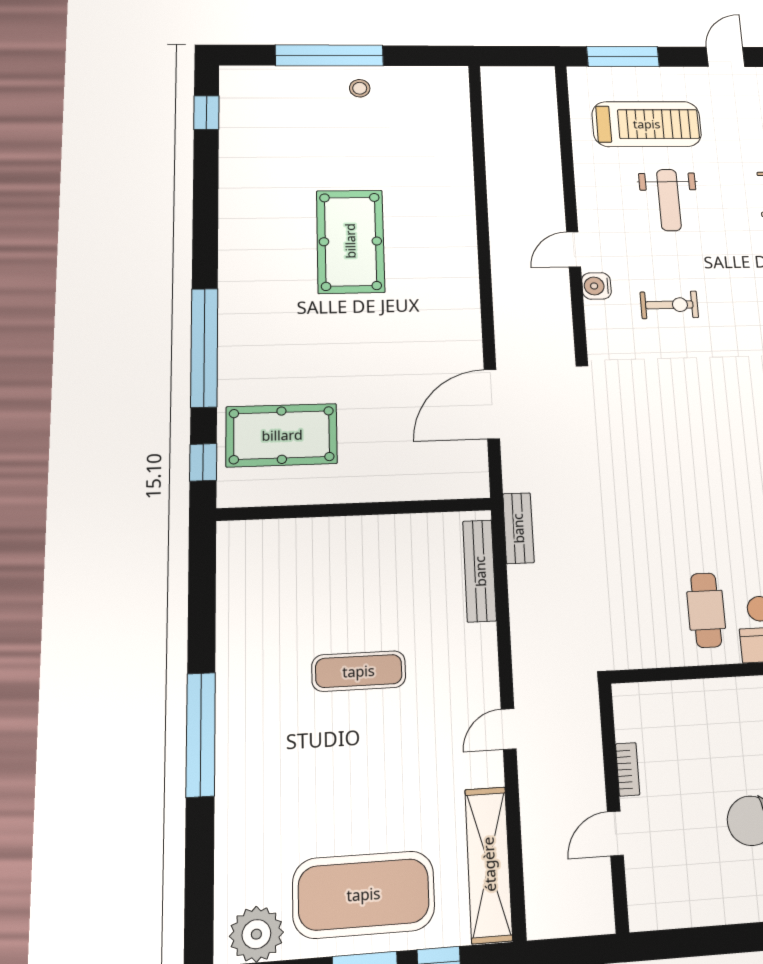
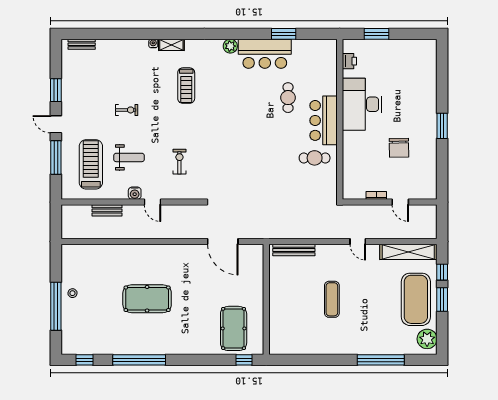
window: (623, 56) -> (56, 157), moved
water cooler: (596, 286) -> (135, 193), moved
window: (204, 347) -> (139, 360), moved
bench: (518, 528) -> (107, 210), moved
window: (201, 734) -> (381, 360), moved

